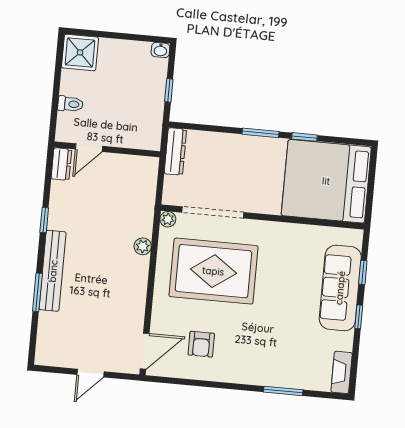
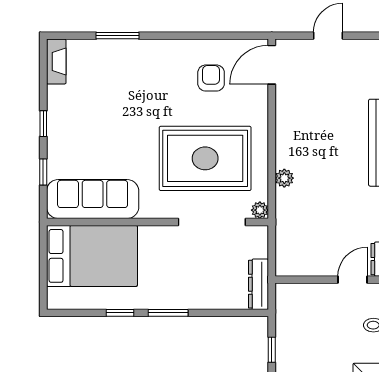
bed: (326, 181) -> (92, 256), width x0.73
sofa: (340, 288) -> (93, 199), moved, turned -90

